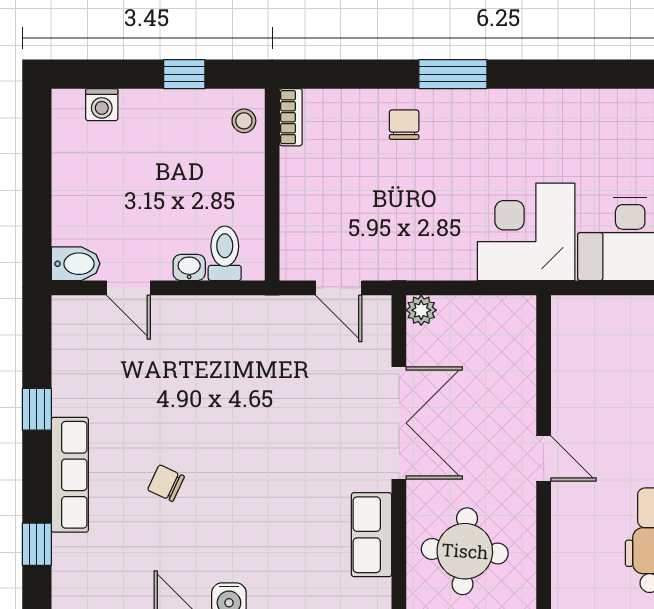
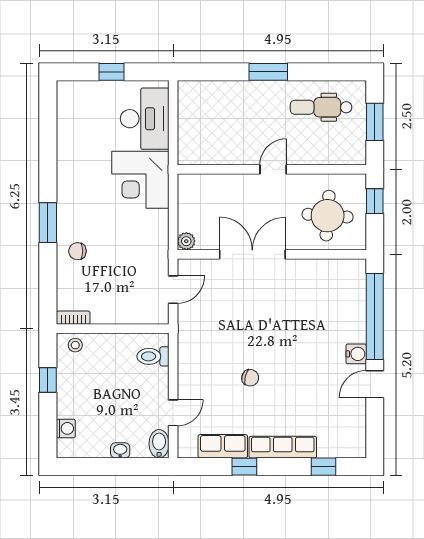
washbasin: (189, 267) -> (120, 450), moved, turned 90
chair: (166, 483) -> (250, 378), moved, turned -102
row of seats: (372, 535) -> (223, 446), moved, turned 180

